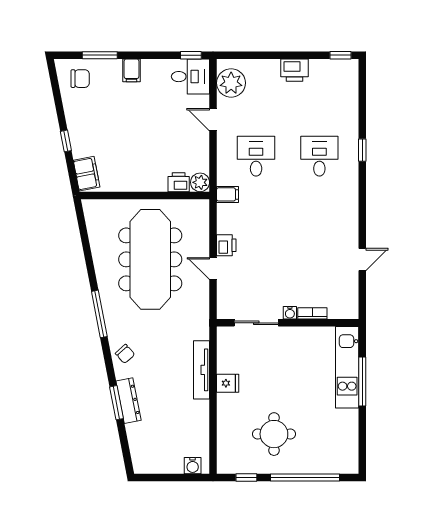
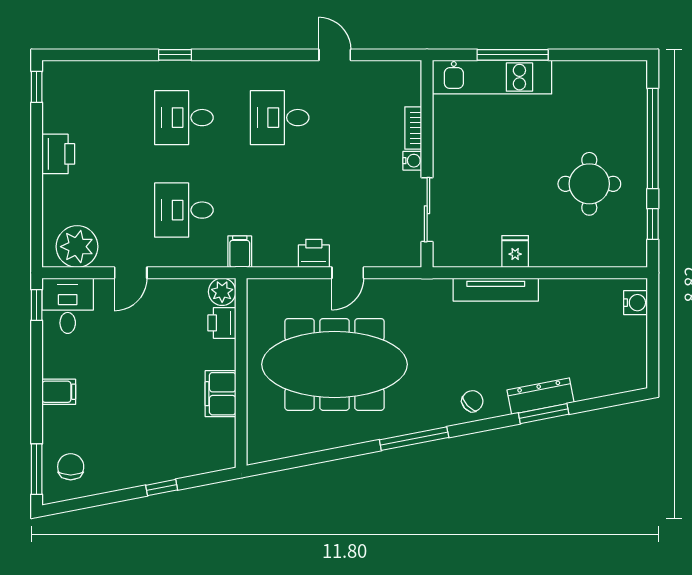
window: (100, 55) -> (37, 469), moved
filing cabinet: (87, 174) -> (220, 394), moved, turned -79
desk: (319, 222) -> (280, 118), added

